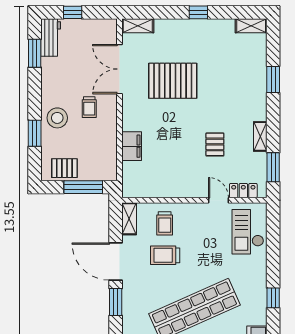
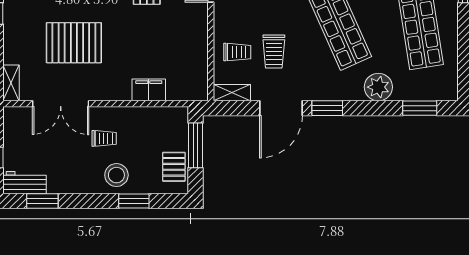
pallet: (173, 81) -> (74, 43), turned 90

